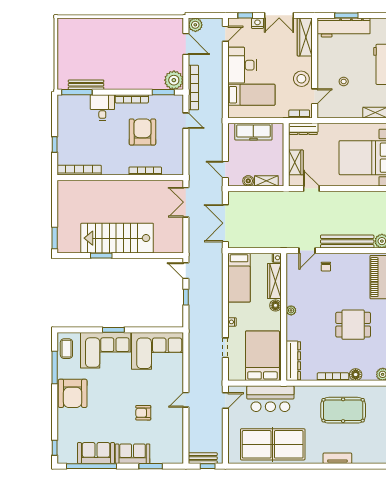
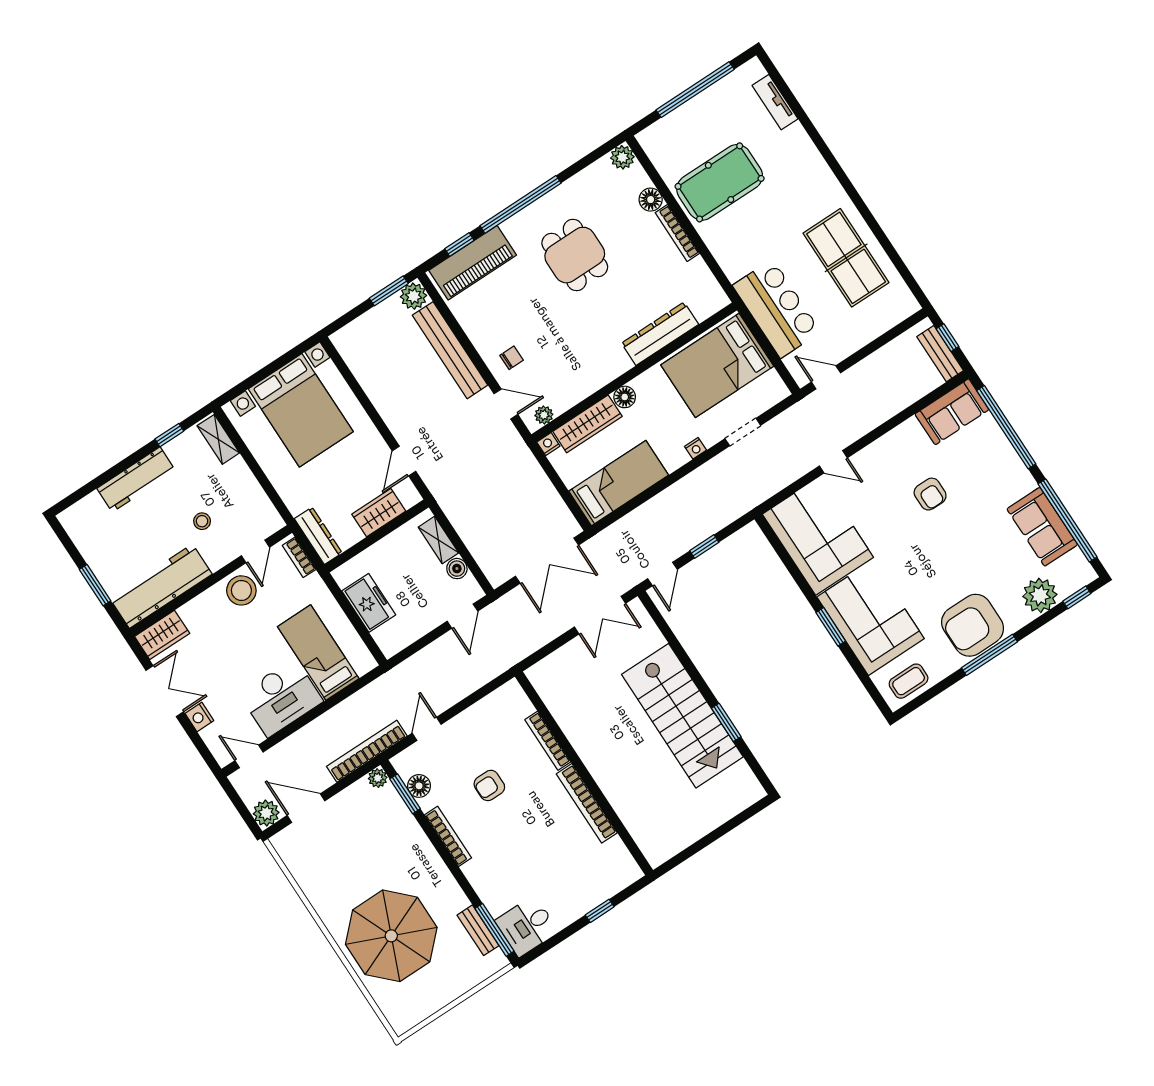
window: (245, 15) -> (200, 744), removed
workbench: (344, 27) -> (161, 586), moved, turned -90
wardrobe: (305, 37) -> (162, 635), width x0.67
door: (186, 44) -> (306, 808), hinge flipped
parasol: (104, 45) -> (391, 936), added
plant: (174, 80) -> (378, 778), width x0.53, depth x0.53
bench: (86, 85) -> (478, 930), width x0.73
door: (315, 96) -> (255, 551), swing flipped
floor lamp: (163, 101) -> (419, 786), added
desk: (102, 108) -> (527, 926), moved
armchair: (142, 132) -> (489, 785), width x0.53, depth x0.53
freezer: (253, 132) -> (369, 603), width x0.71
bookcase: (79, 170) -> (587, 803), moved
double door: (186, 202) -> (600, 615), moved
window: (55, 238) -> (747, 814), removed
plant: (291, 310) -> (544, 415), moved
dresser: (293, 361) -> (660, 334), moved
window: (55, 367) -> (989, 655), moved
armchair: (73, 393) -> (973, 625), turned 180
door: (186, 400) -> (833, 462), moved
pool table: (343, 410) -> (720, 182), turned 90
plant: (66, 432) -> (1040, 595), added
table tennis table: (273, 444) -> (846, 258), width x0.73, depth x0.76
sofa: (133, 454) -> (952, 412), moved, turned -90
tv unit: (337, 458) -> (775, 102), moved
window: (151, 466) -> (1006, 427), width x2.11

